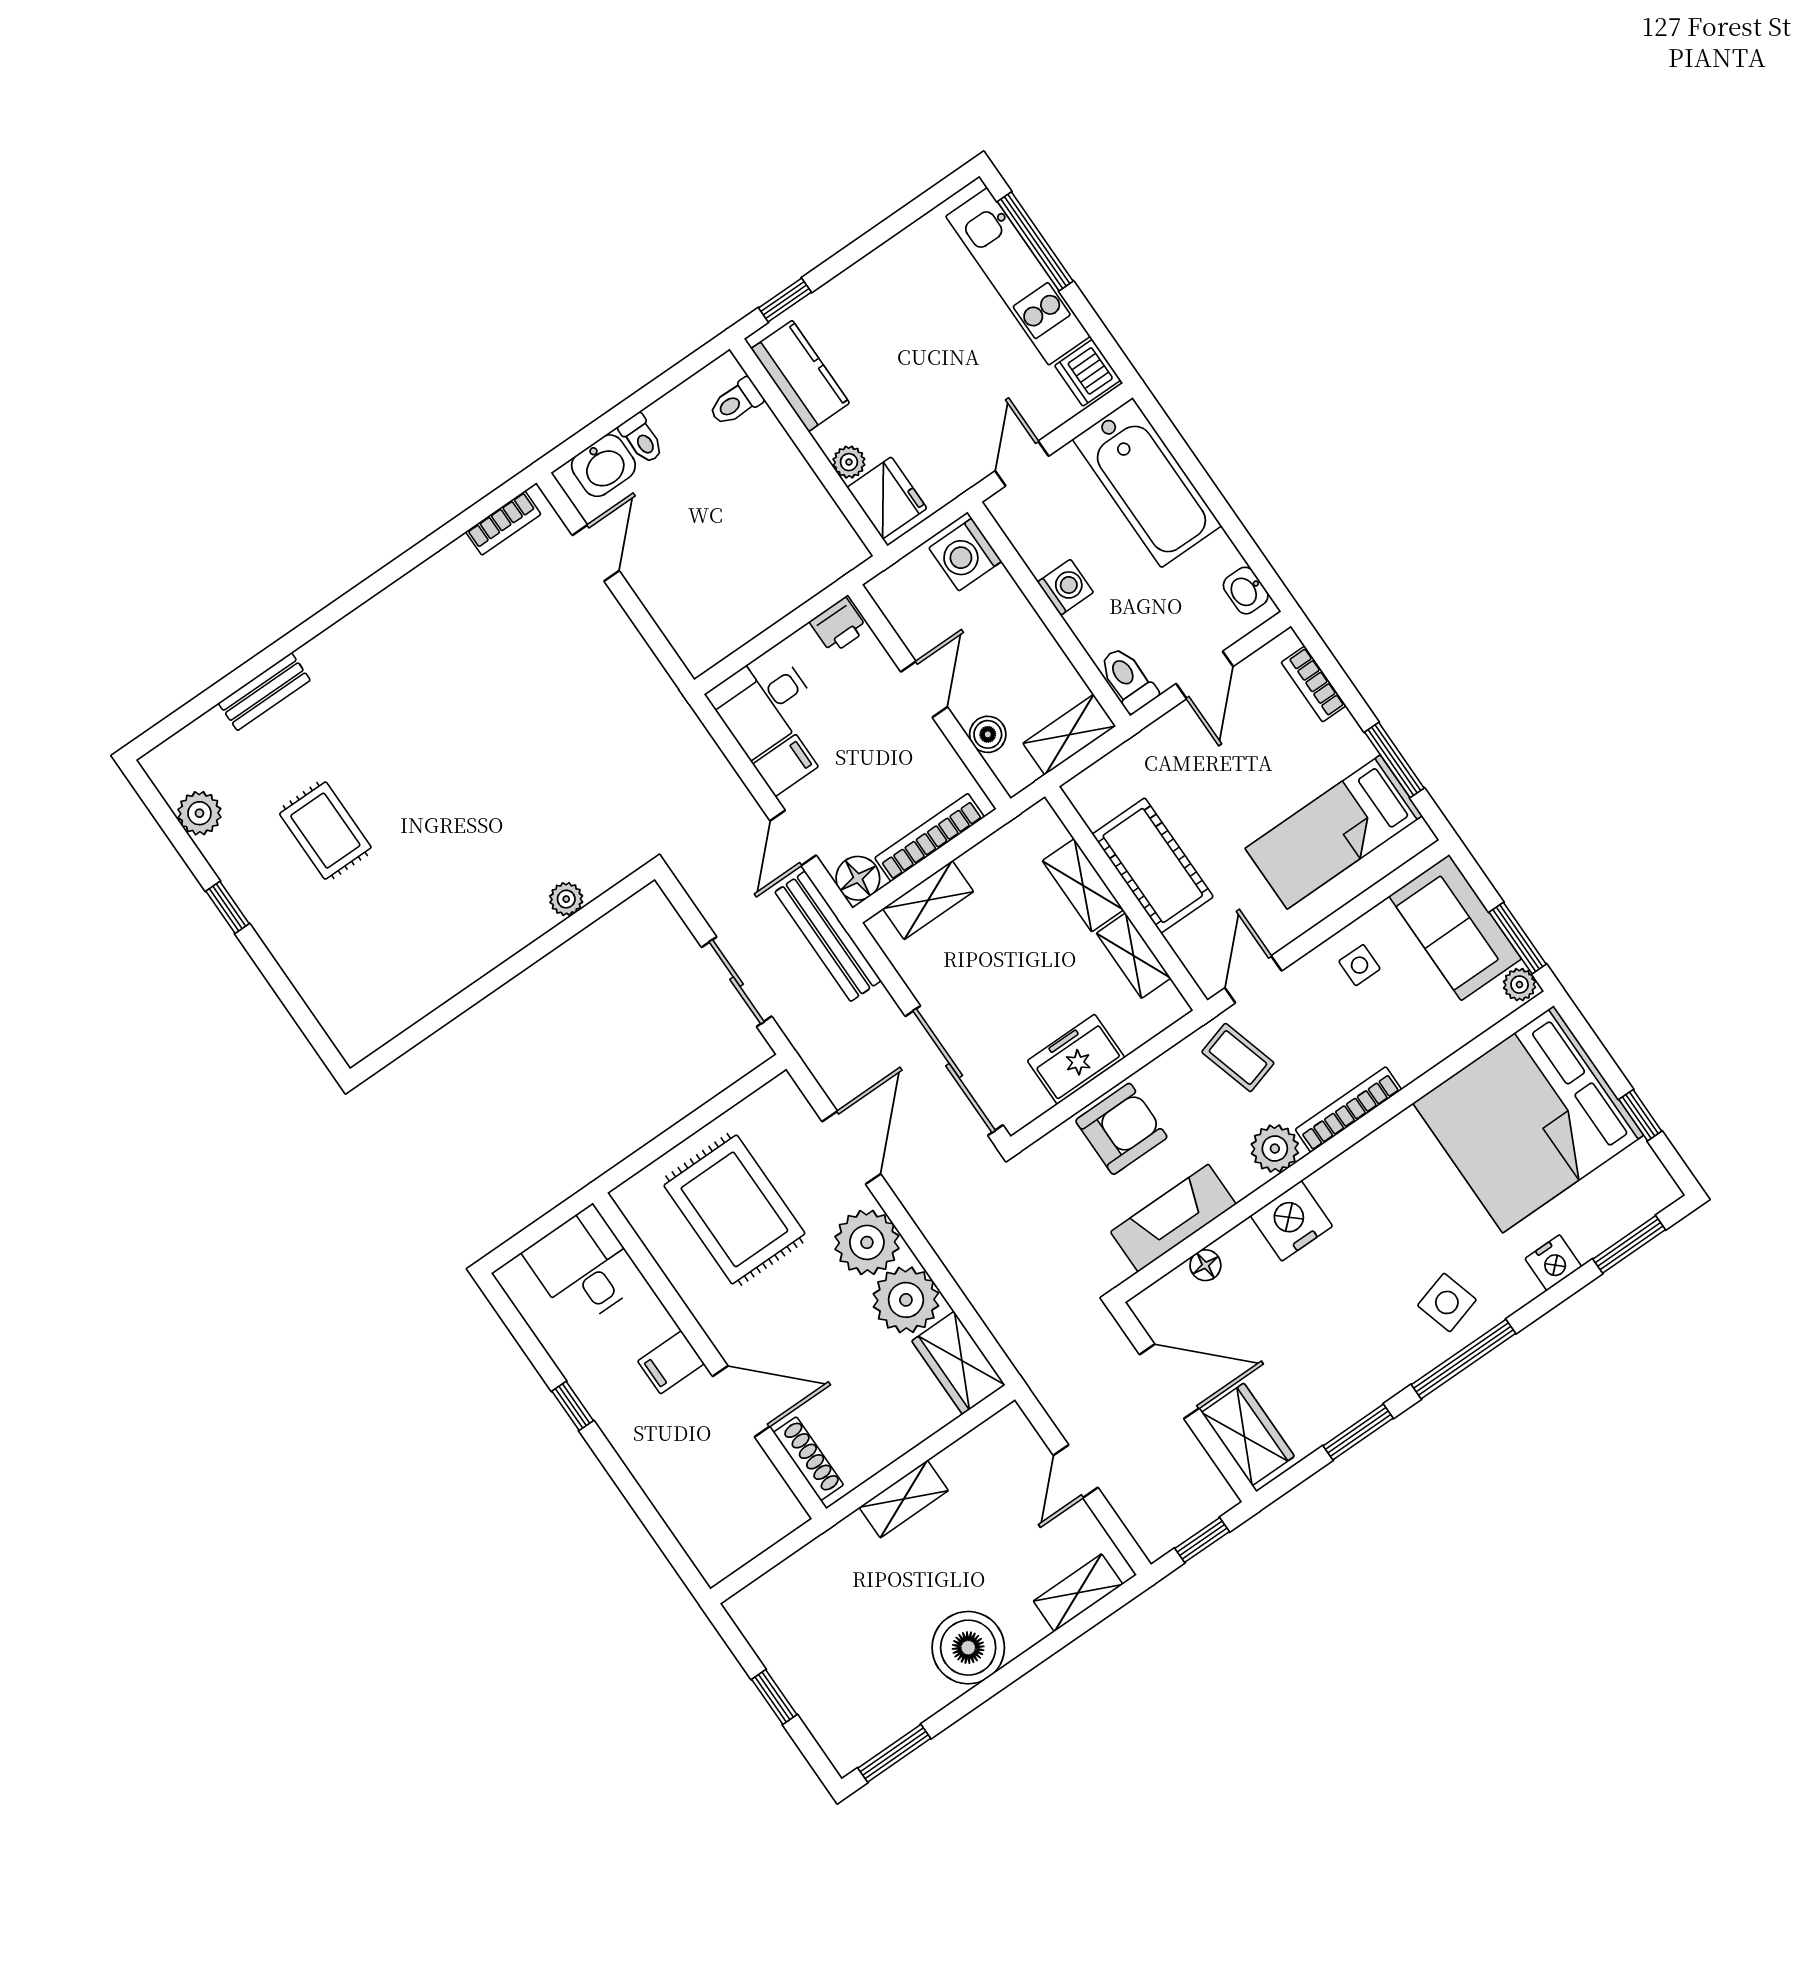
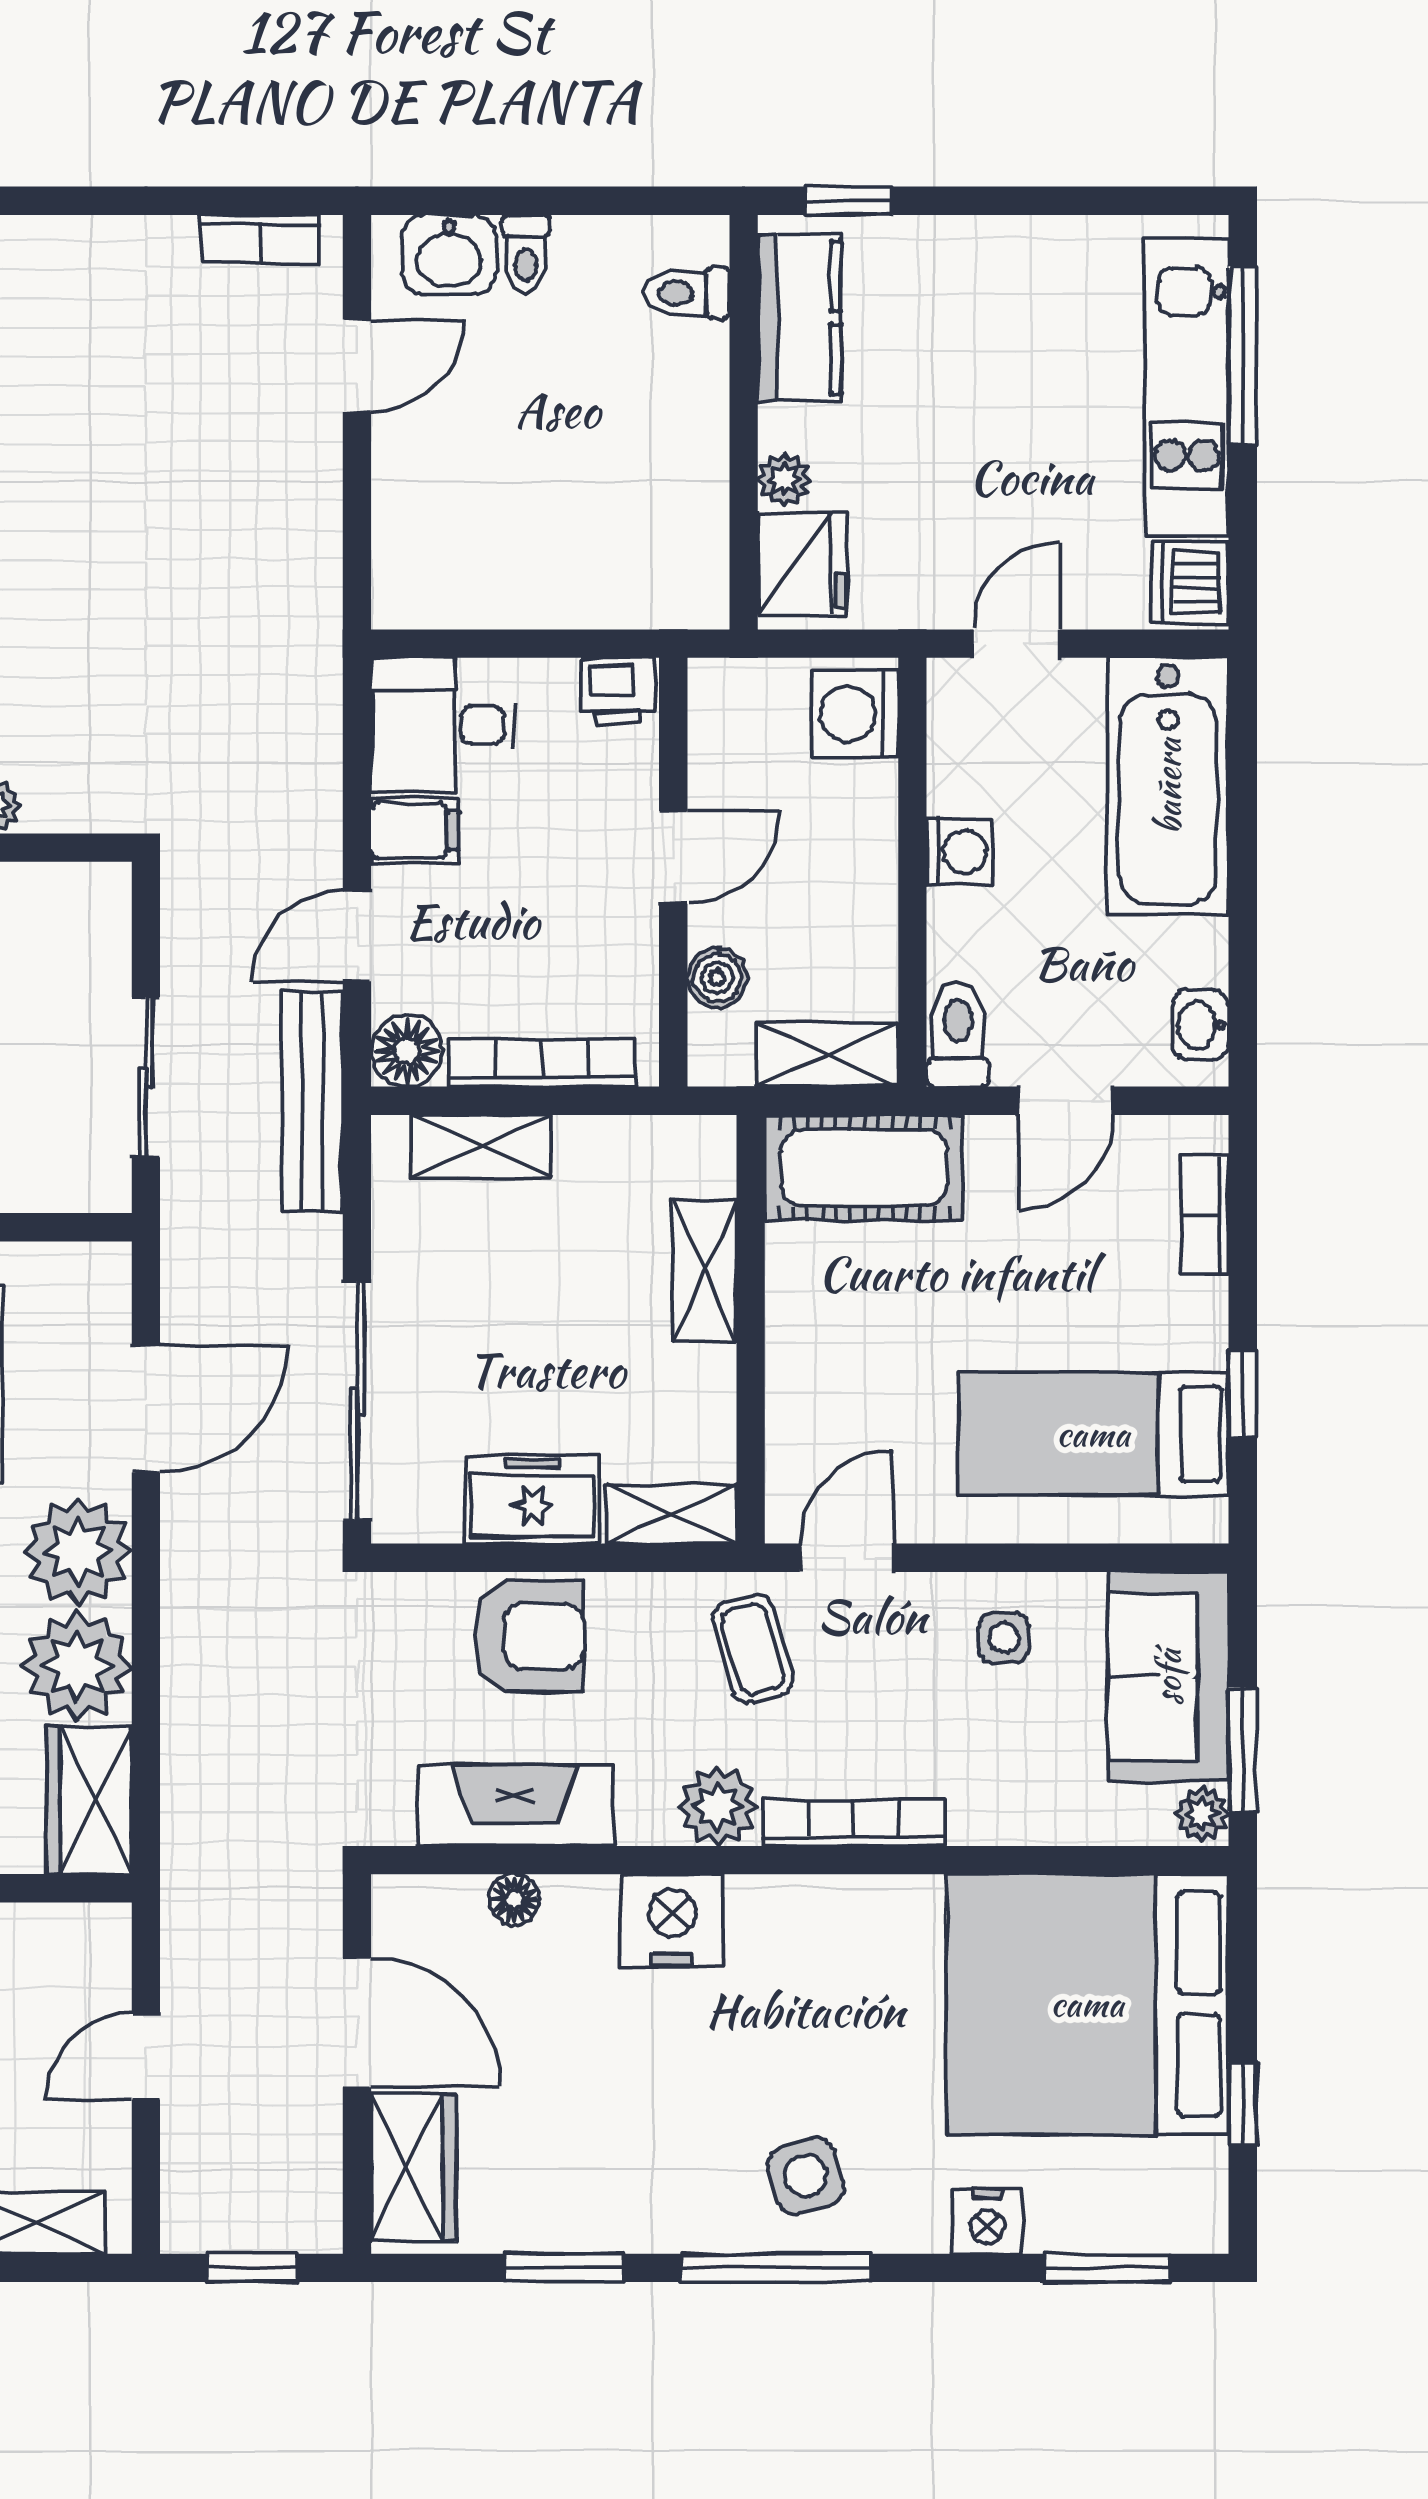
window: (1394, 760) -> (1243, 1393), width x0.67
cot: (1153, 865) -> (864, 1168), moved, turned 90
shelving: (1134, 956) -> (671, 1514), moved, turned 90

